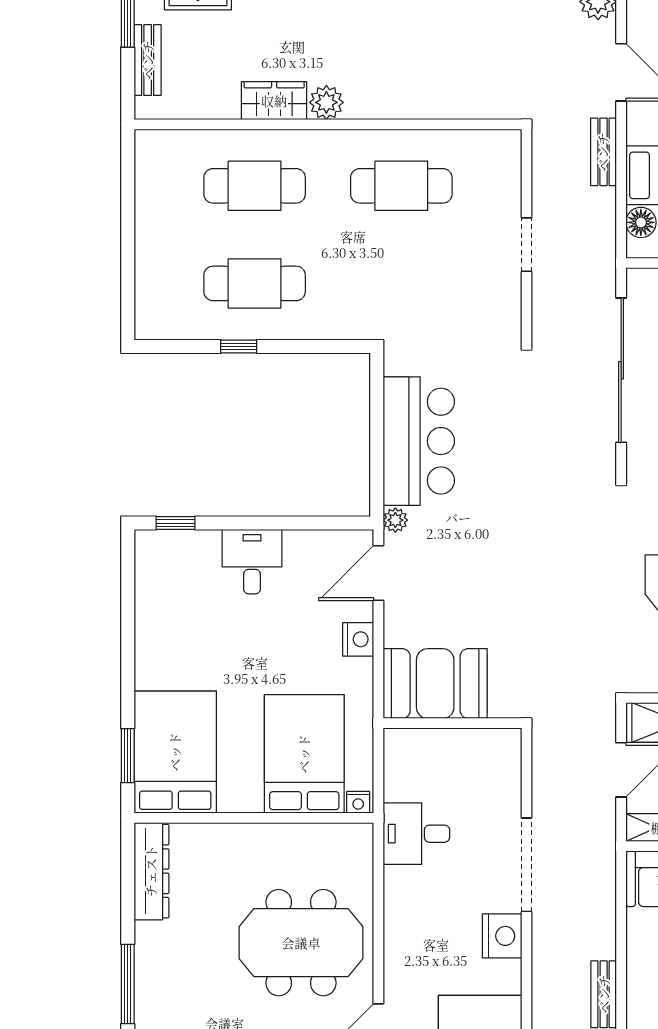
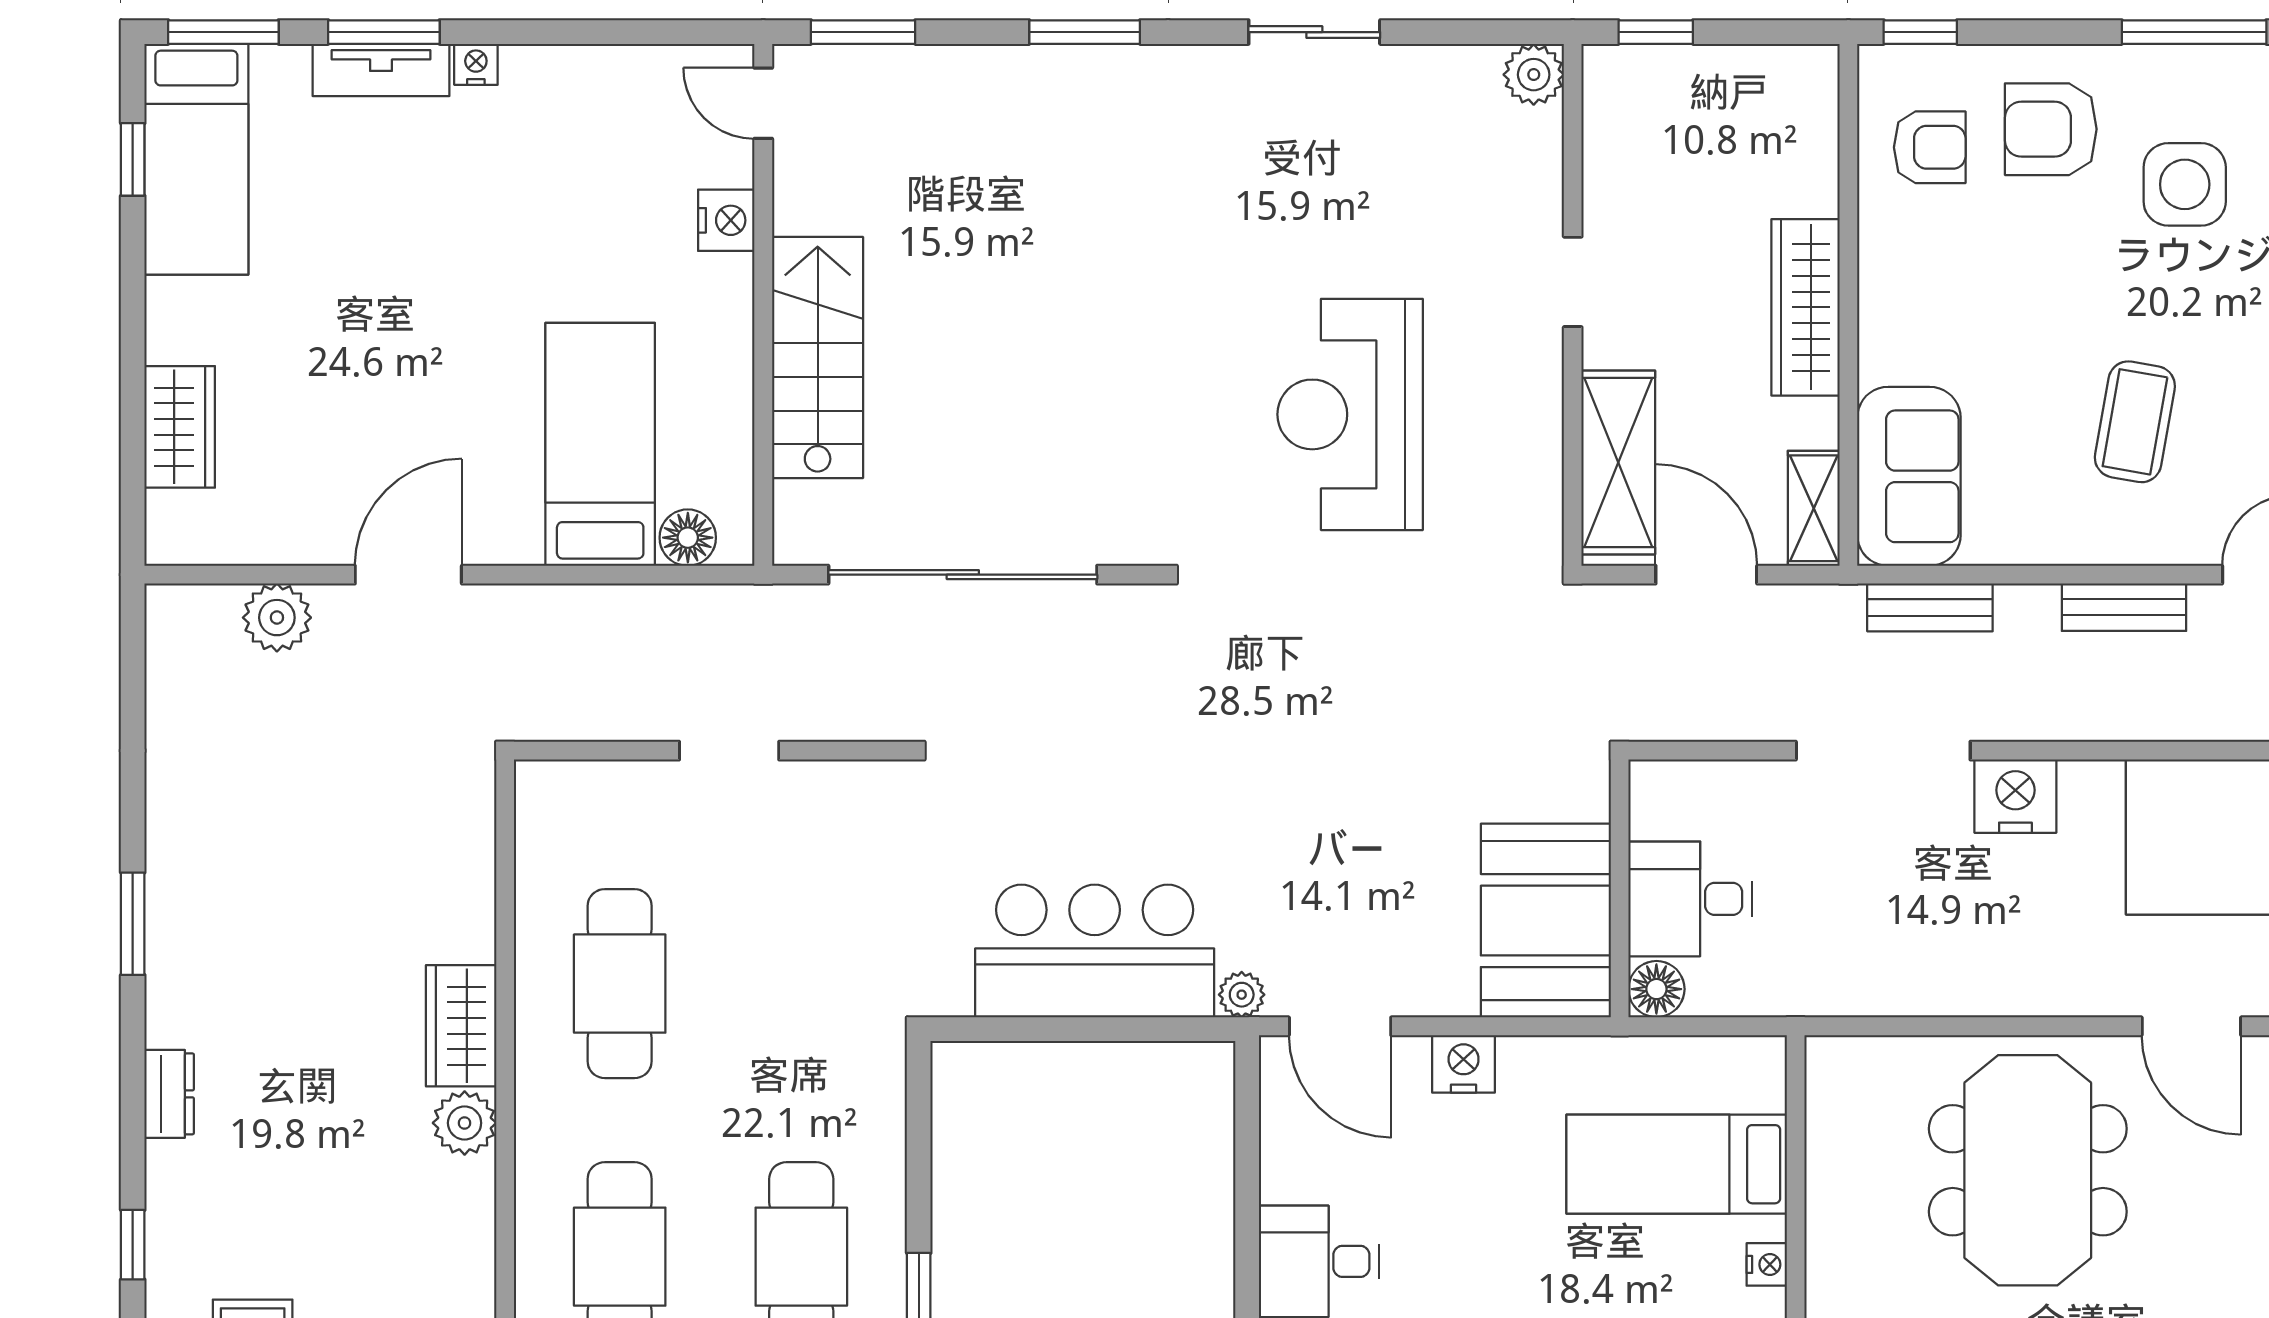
wardrobe: (274, 101) -> (461, 1026), moved
bench: (603, 152) -> (1930, 607), moved
floor lamp: (398, 743) -> (1656, 989), added
bed: (304, 754) -> (1677, 1164), width x0.67
nightstand: (358, 802) -> (1767, 1264), moved
desk: (416, 834) -> (1690, 899), moved, turned 90

